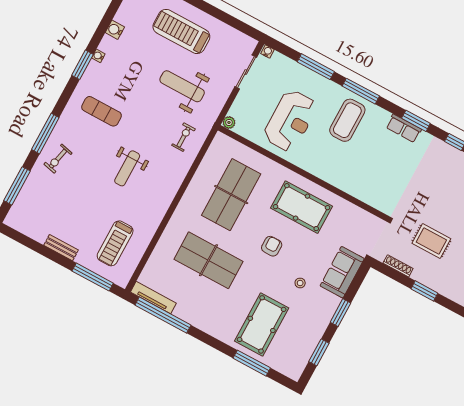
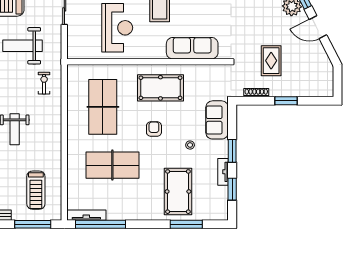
plant: (229, 122) -> (72, 54), removed
sofa: (357, 184) -> (192, 48), added
rug: (431, 241) -> (271, 61), turned 90
tv unit: (319, 329) -> (223, 172), added

